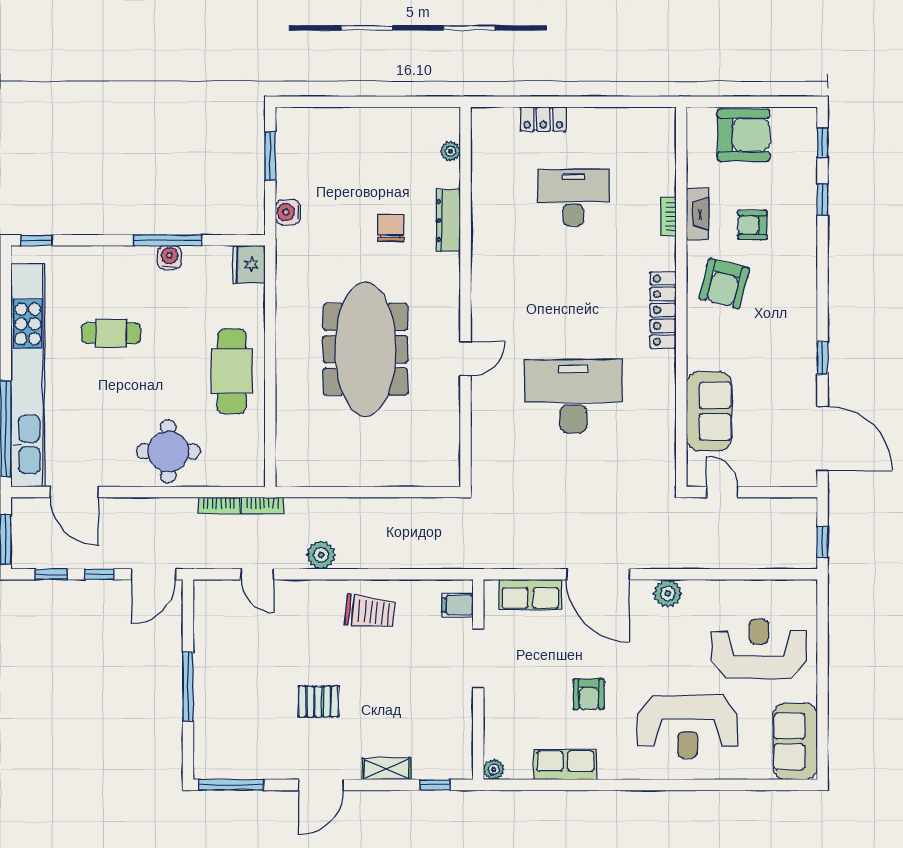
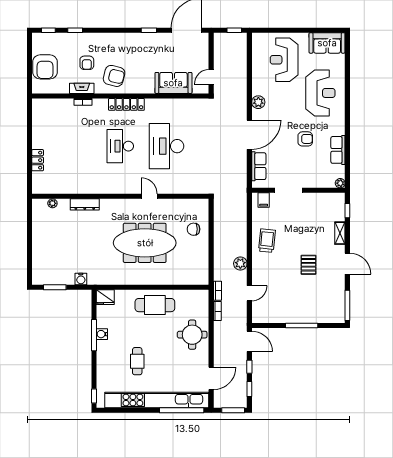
armchair: (744, 135) -> (45, 67), turned 180
desk: (573, 197) -> (120, 146), moved
chair: (391, 228) -> (193, 229), moved

